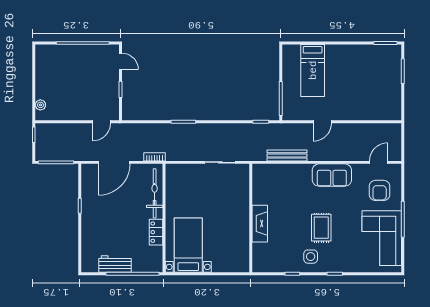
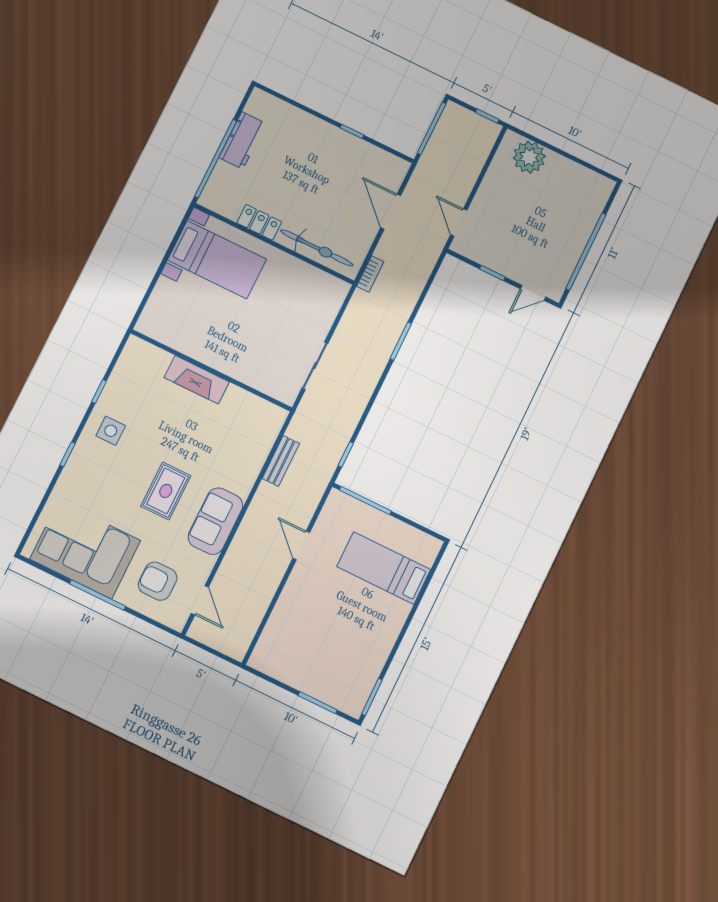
plant: (40, 105) -> (529, 157), width x1.88, depth x1.88
bench: (287, 155) -> (281, 461), width x0.73
door: (114, 162) -> (391, 212), width x0.73
rug: (321, 228) -> (166, 491), moved, turned 90

